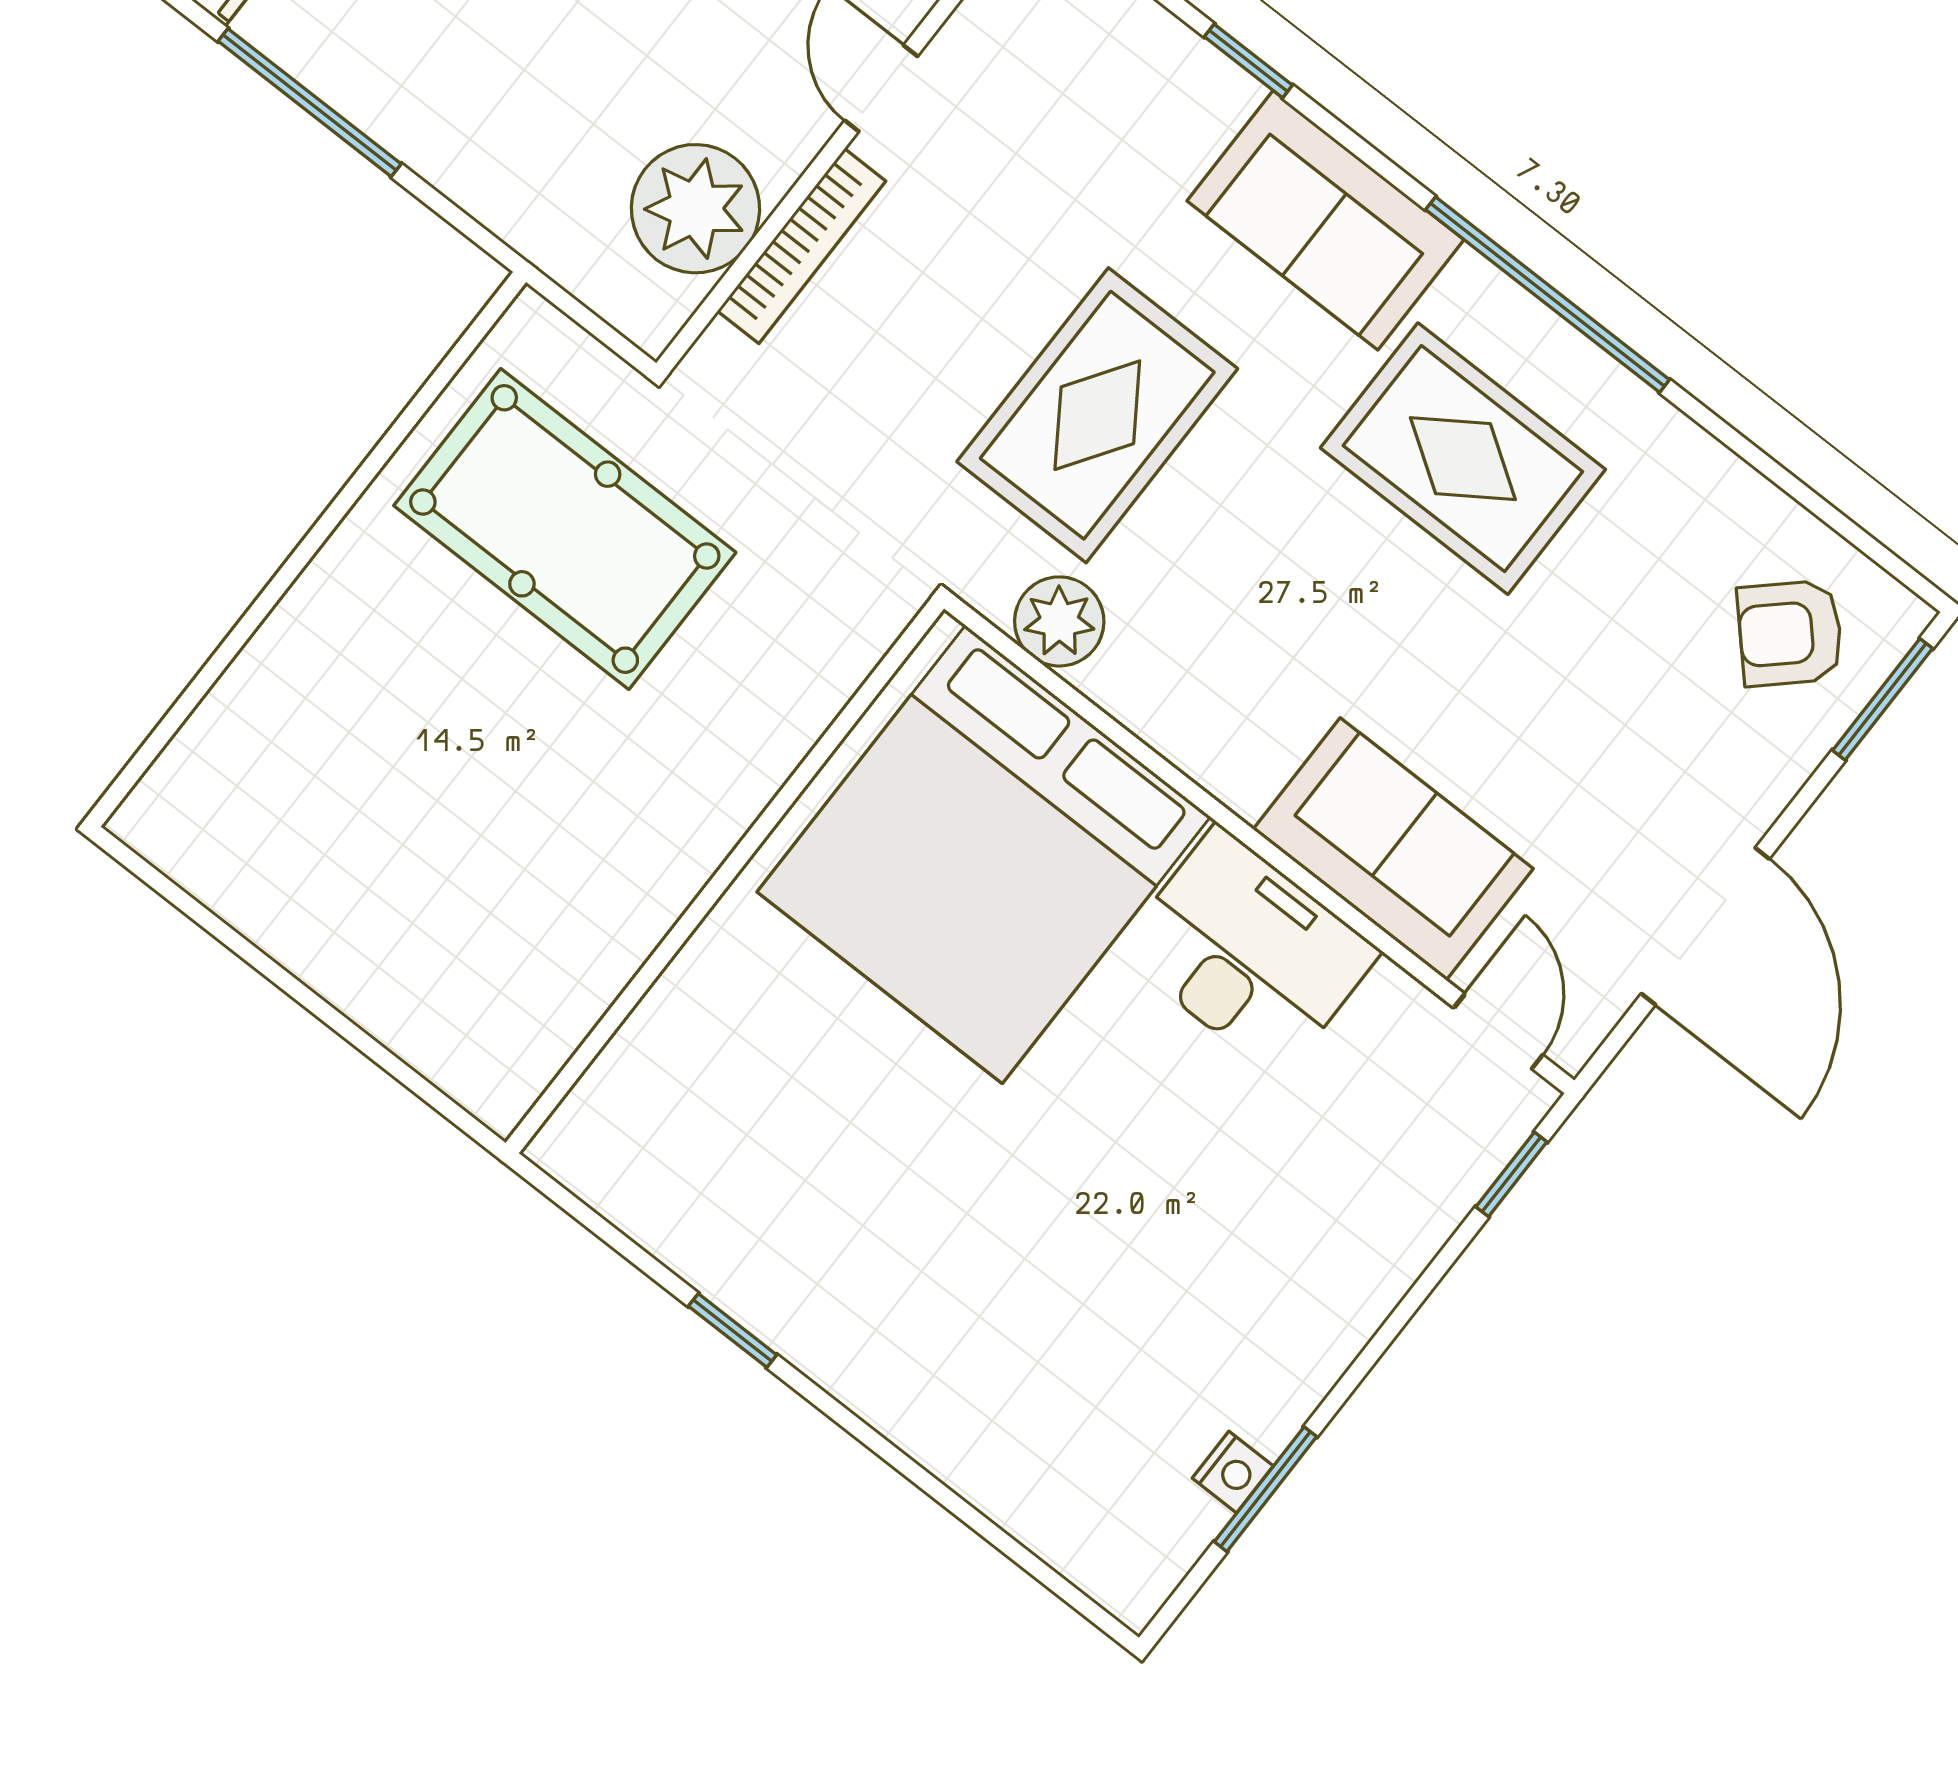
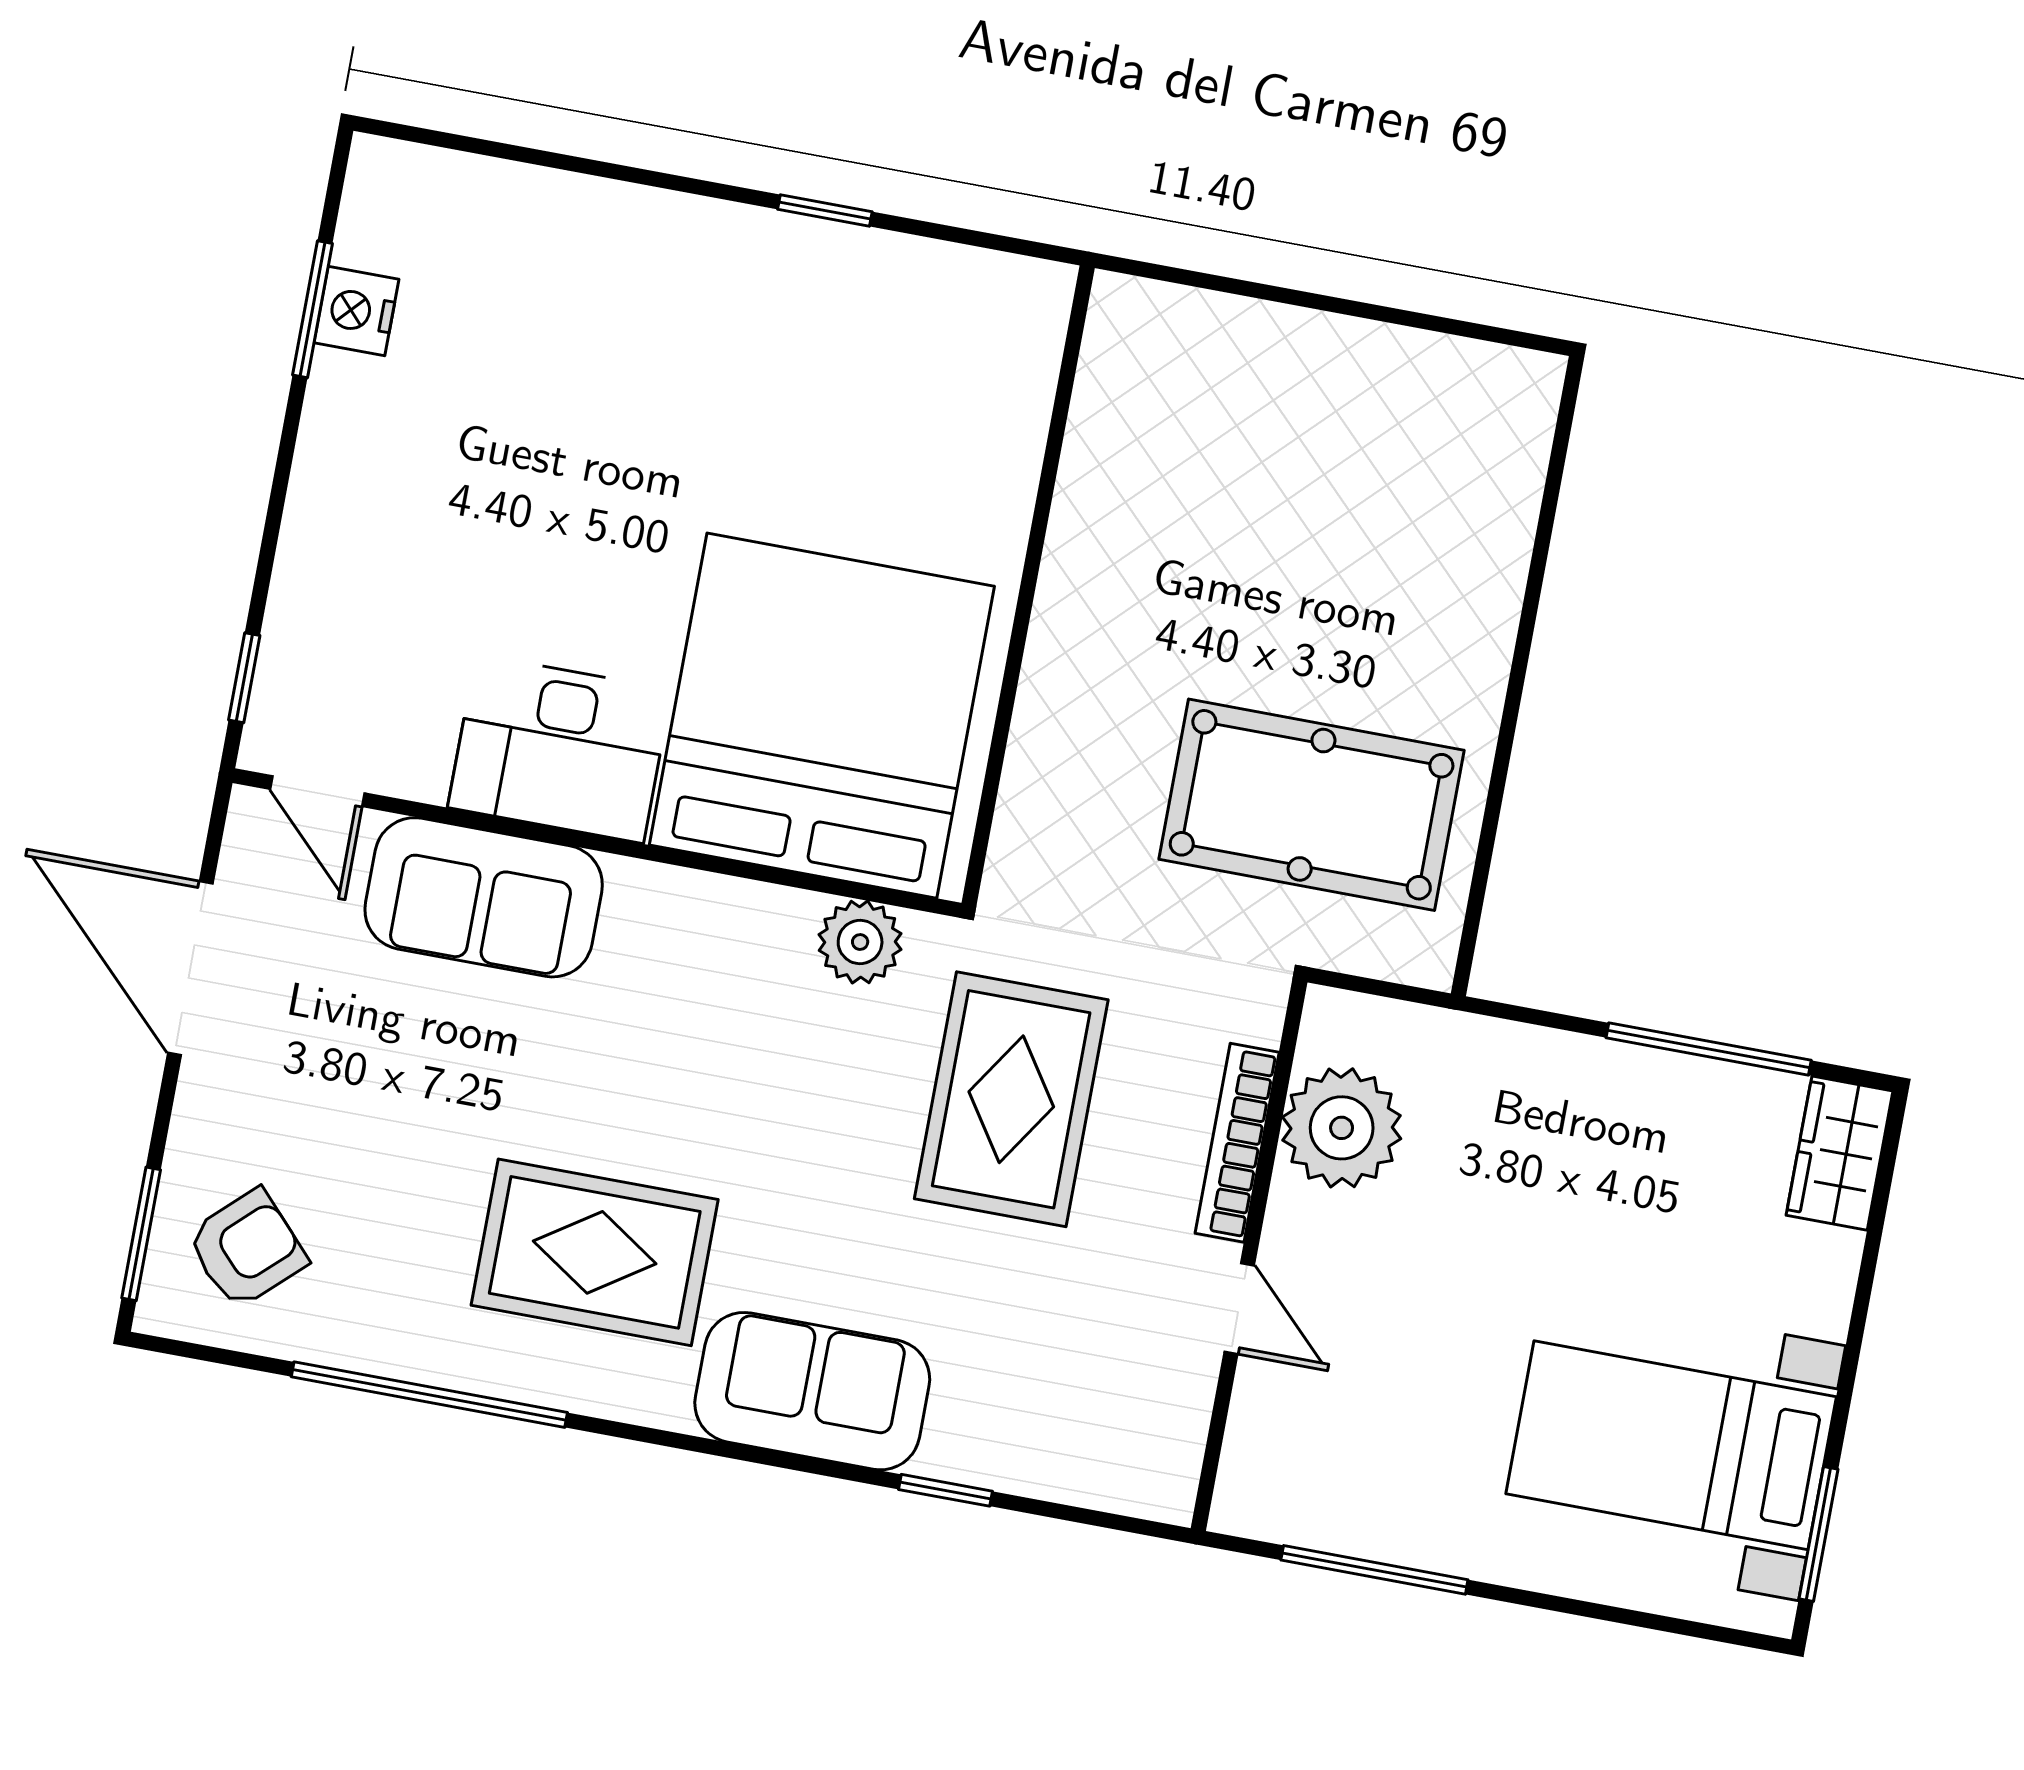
window: (1548, 295) -> (429, 1395), moved
rug: (1097, 415) -> (1011, 1099), moved
nightstand: (1233, 1472) -> (356, 311), width x1.39, depth x1.35

